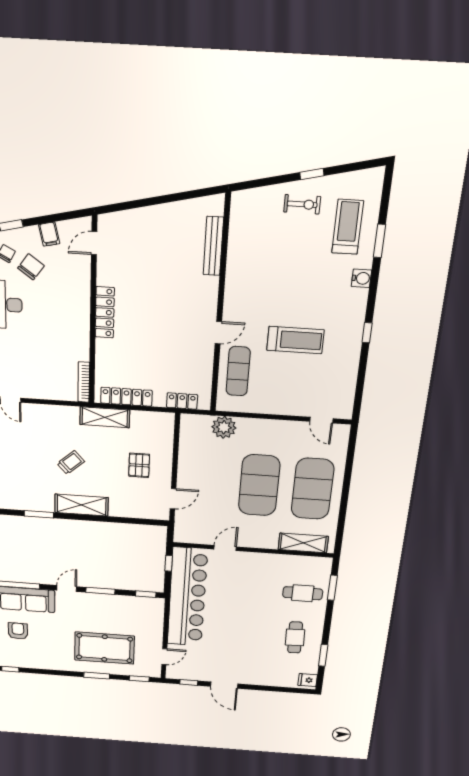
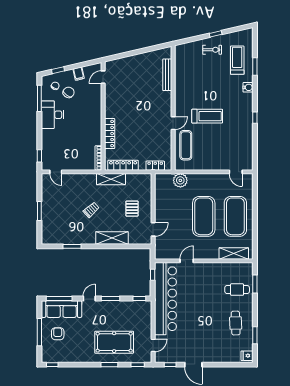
locker: (105, 312) -> (110, 134), moved
treadmill: (295, 340) -> (207, 116), moved
shelving: (82, 505) -> (112, 238), moved

